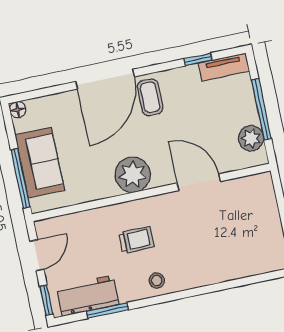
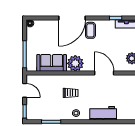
sofa: (40, 163) -> (52, 63), moved, turned -90
door: (37, 255) -> (25, 90), hinge flipped
workbench: (88, 296) -> (103, 113), moved

